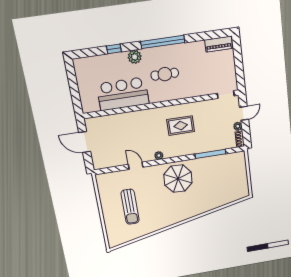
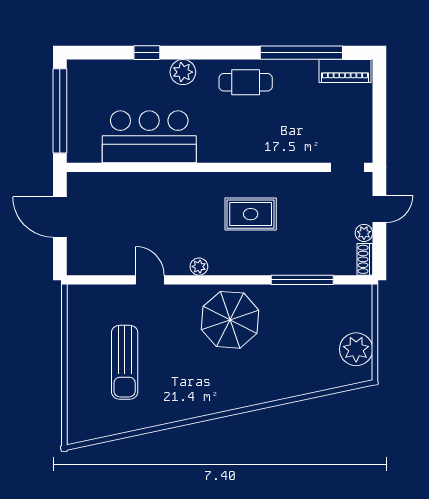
window: (163, 42) -> (301, 53), moved
cafe table: (165, 74) -> (246, 82), moved
window: (74, 87) -> (60, 111), added
plant: (240, 183) -> (356, 349), added

